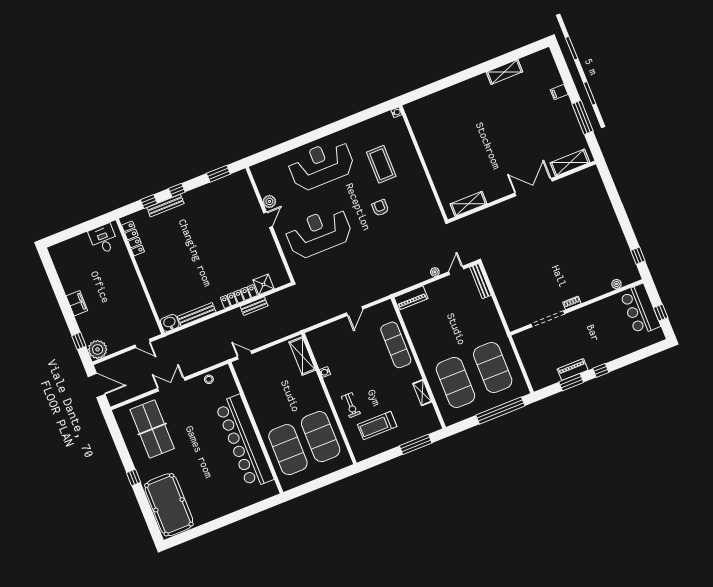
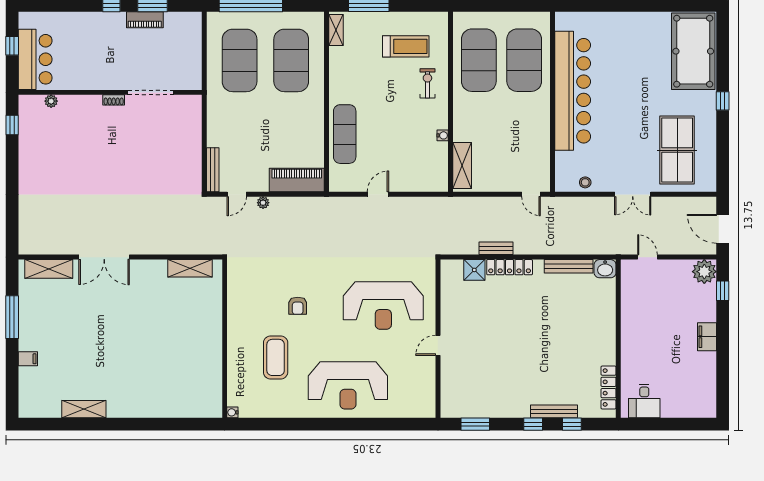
plant: (269, 201) -> (427, 366), removed
piano: (411, 298) -> (297, 180), width x1.37, depth x1.33
shelving: (422, 393) -> (336, 30), moved

